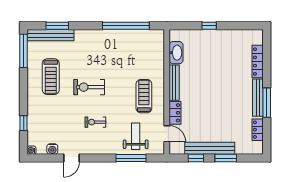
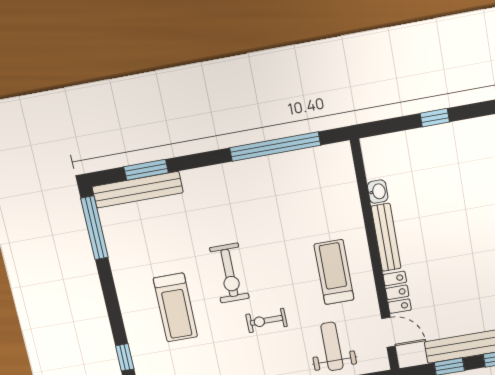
washbasin: (176, 53) -> (378, 192), width x0.52, depth x0.69
treadmill: (51, 77) -> (175, 308), moved
exercise bike: (89, 87) -> (229, 273), turned -90
exercise bike: (95, 122) -> (267, 320), moved

